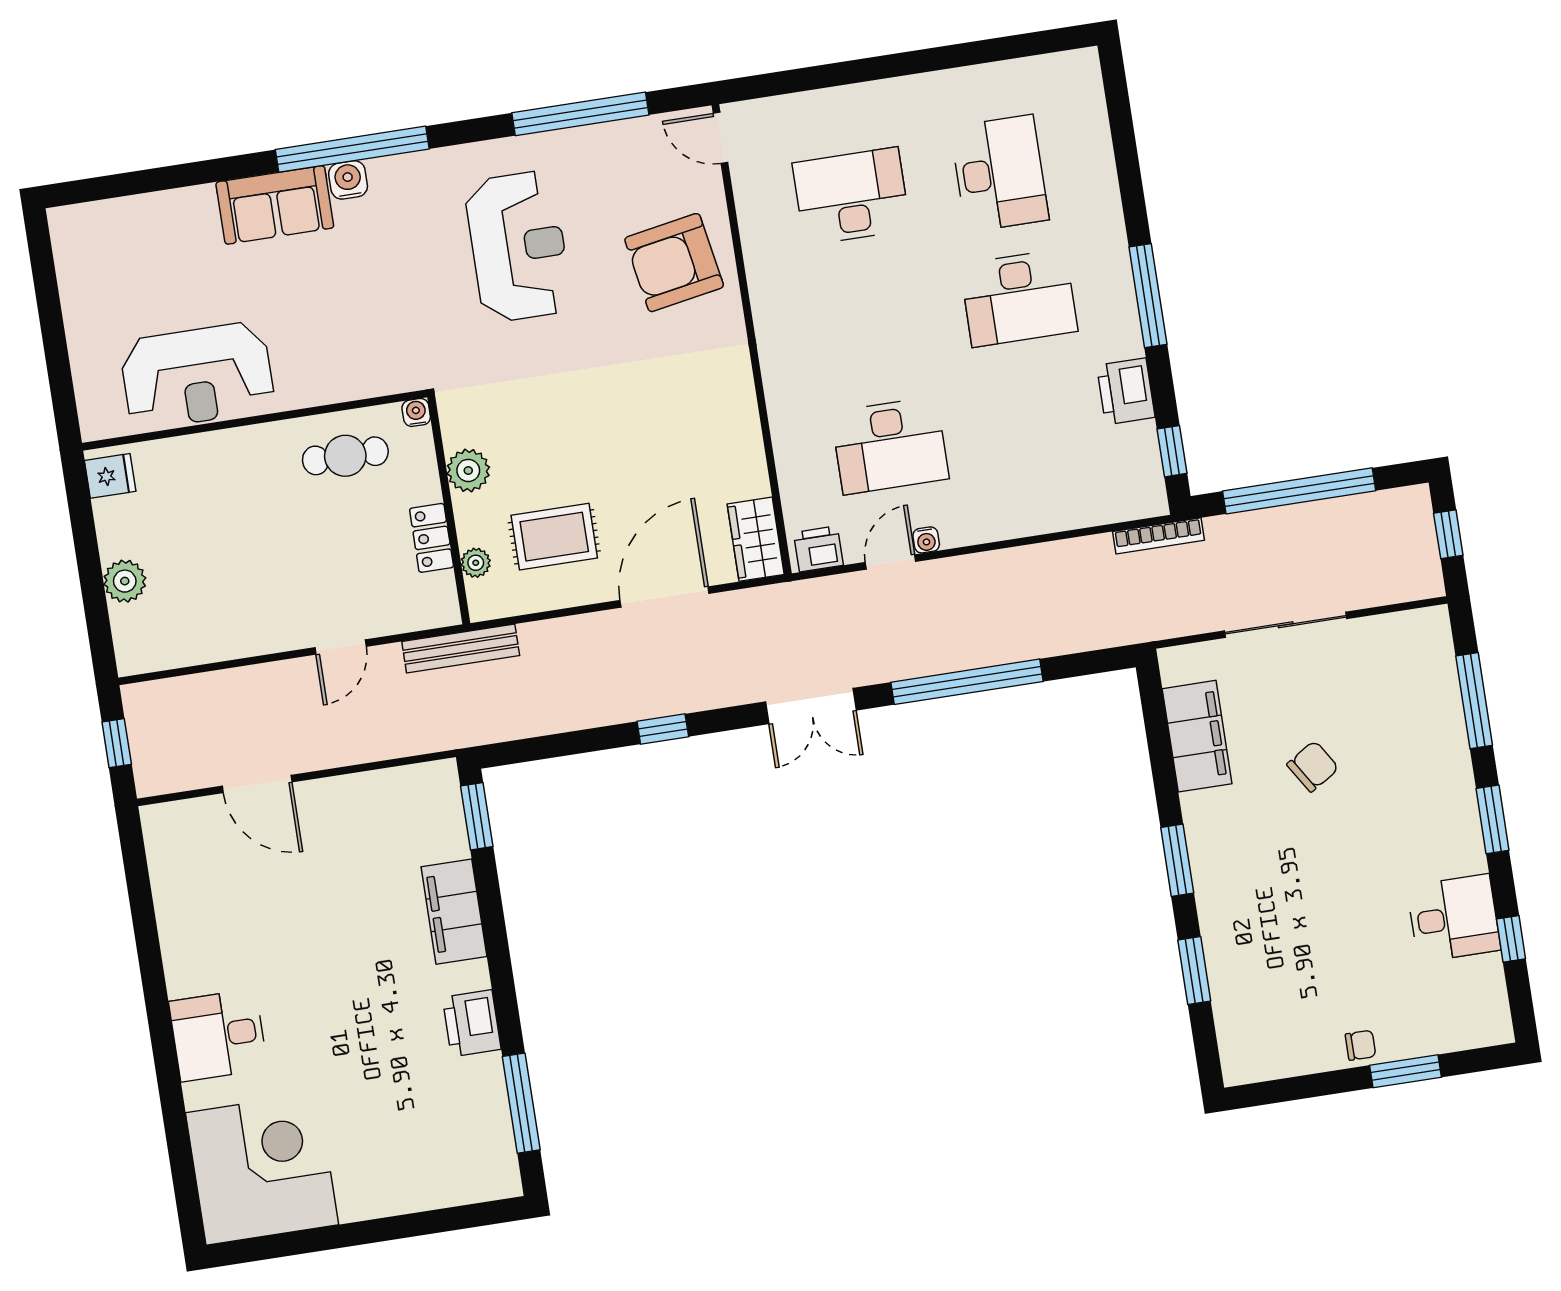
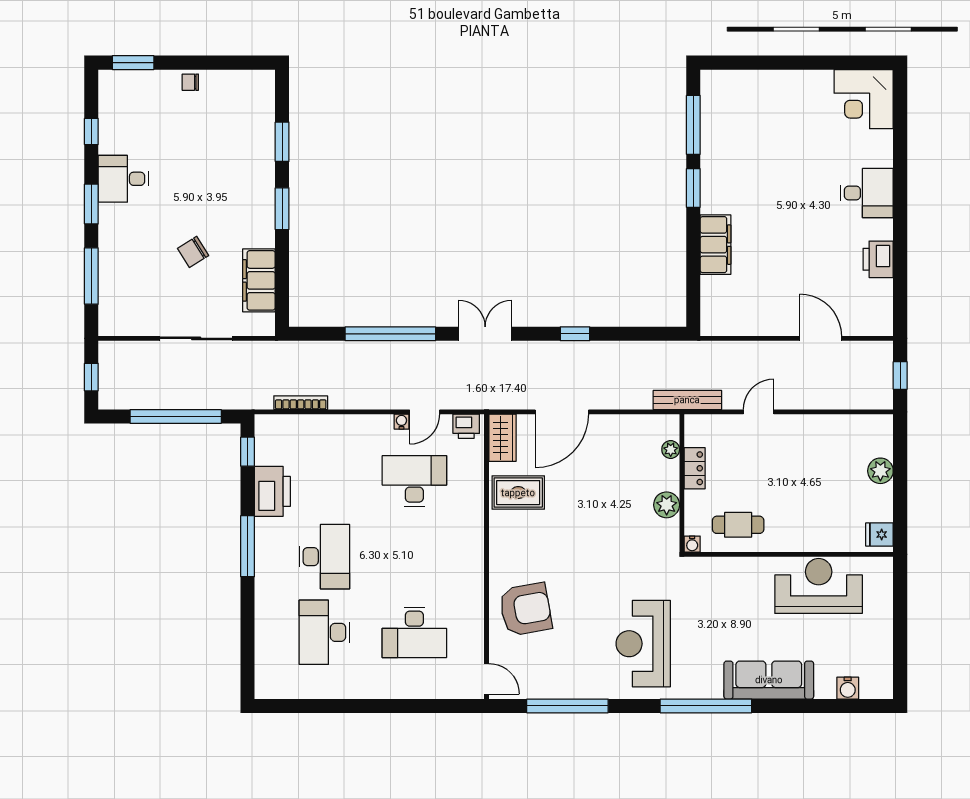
water cooler: (348, 180) -> (848, 688), moved
sofa: (275, 205) -> (769, 680), width x1.36
reception desk: (518, 246) -> (643, 644), moved
desk: (1019, 298) -> (324, 557), turned 90
printer: (1126, 391) -> (272, 491), width x1.37, depth x1.19
bookcase: (1159, 536) -> (301, 403), moved
rug: (554, 537) -> (518, 493), moved
window: (477, 816) -> (693, 188), moved
desk: (1454, 918) -> (123, 179), moved
printer: (472, 1023) -> (878, 259), moved, turned 180
window: (1405, 1071) -> (133, 63), moved
corner desk: (262, 1169) -> (864, 99), width x0.74, depth x0.74

